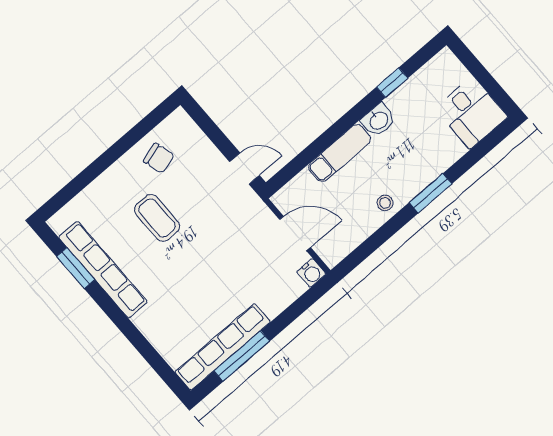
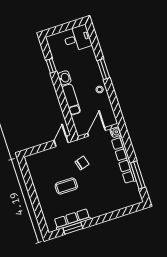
chair: (159, 158) -> (82, 163), moved
row of seats: (103, 270) -> (72, 219), width x0.73
row of seats: (223, 347) -> (124, 160), moved

